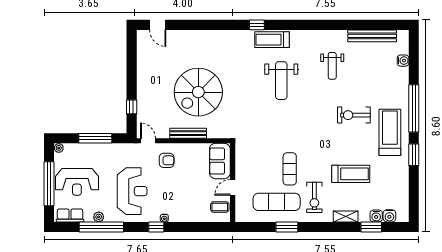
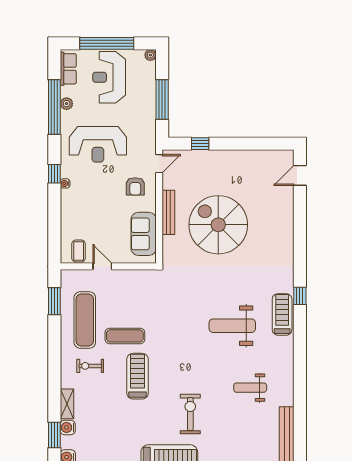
sofa: (220, 161) -> (144, 234), moved, turned -90
treadmill: (351, 174) -> (138, 376), moved, turned 180
exercise bike: (314, 197) -> (90, 366), width x0.73, depth x0.72
water cooler: (376, 216) -> (68, 427), moved
window: (287, 227) -> (54, 301), moved

